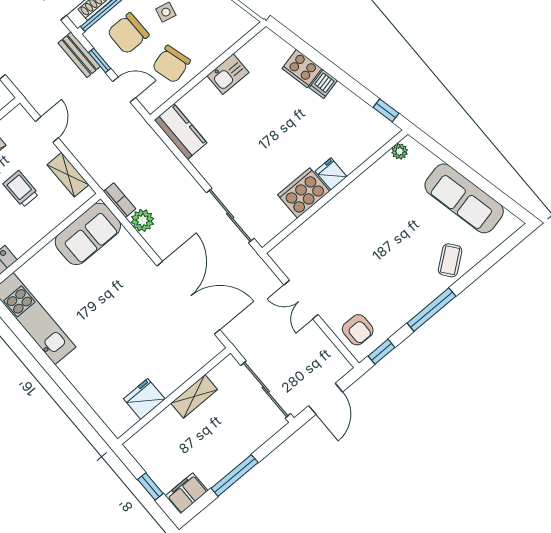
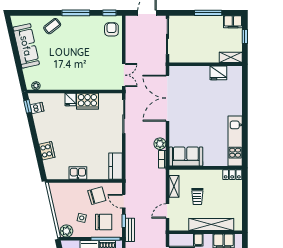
dishwasher: (323, 84) -> (37, 108), moved
double door: (301, 300) -> (124, 75), moved
shelving: (194, 396) -> (231, 57), moved

